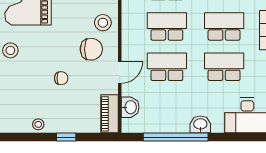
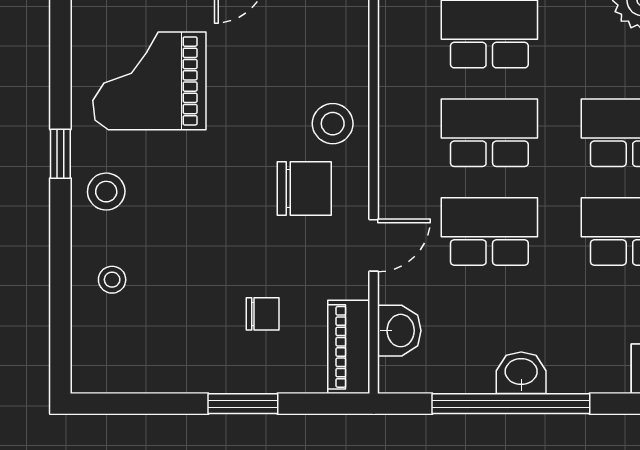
chair: (61, 78) -> (263, 314), moved
stool: (38, 124) -> (112, 280), moved
washbasin: (200, 124) -> (521, 373), moved
window: (66, 137) -> (243, 404), width x1.50

